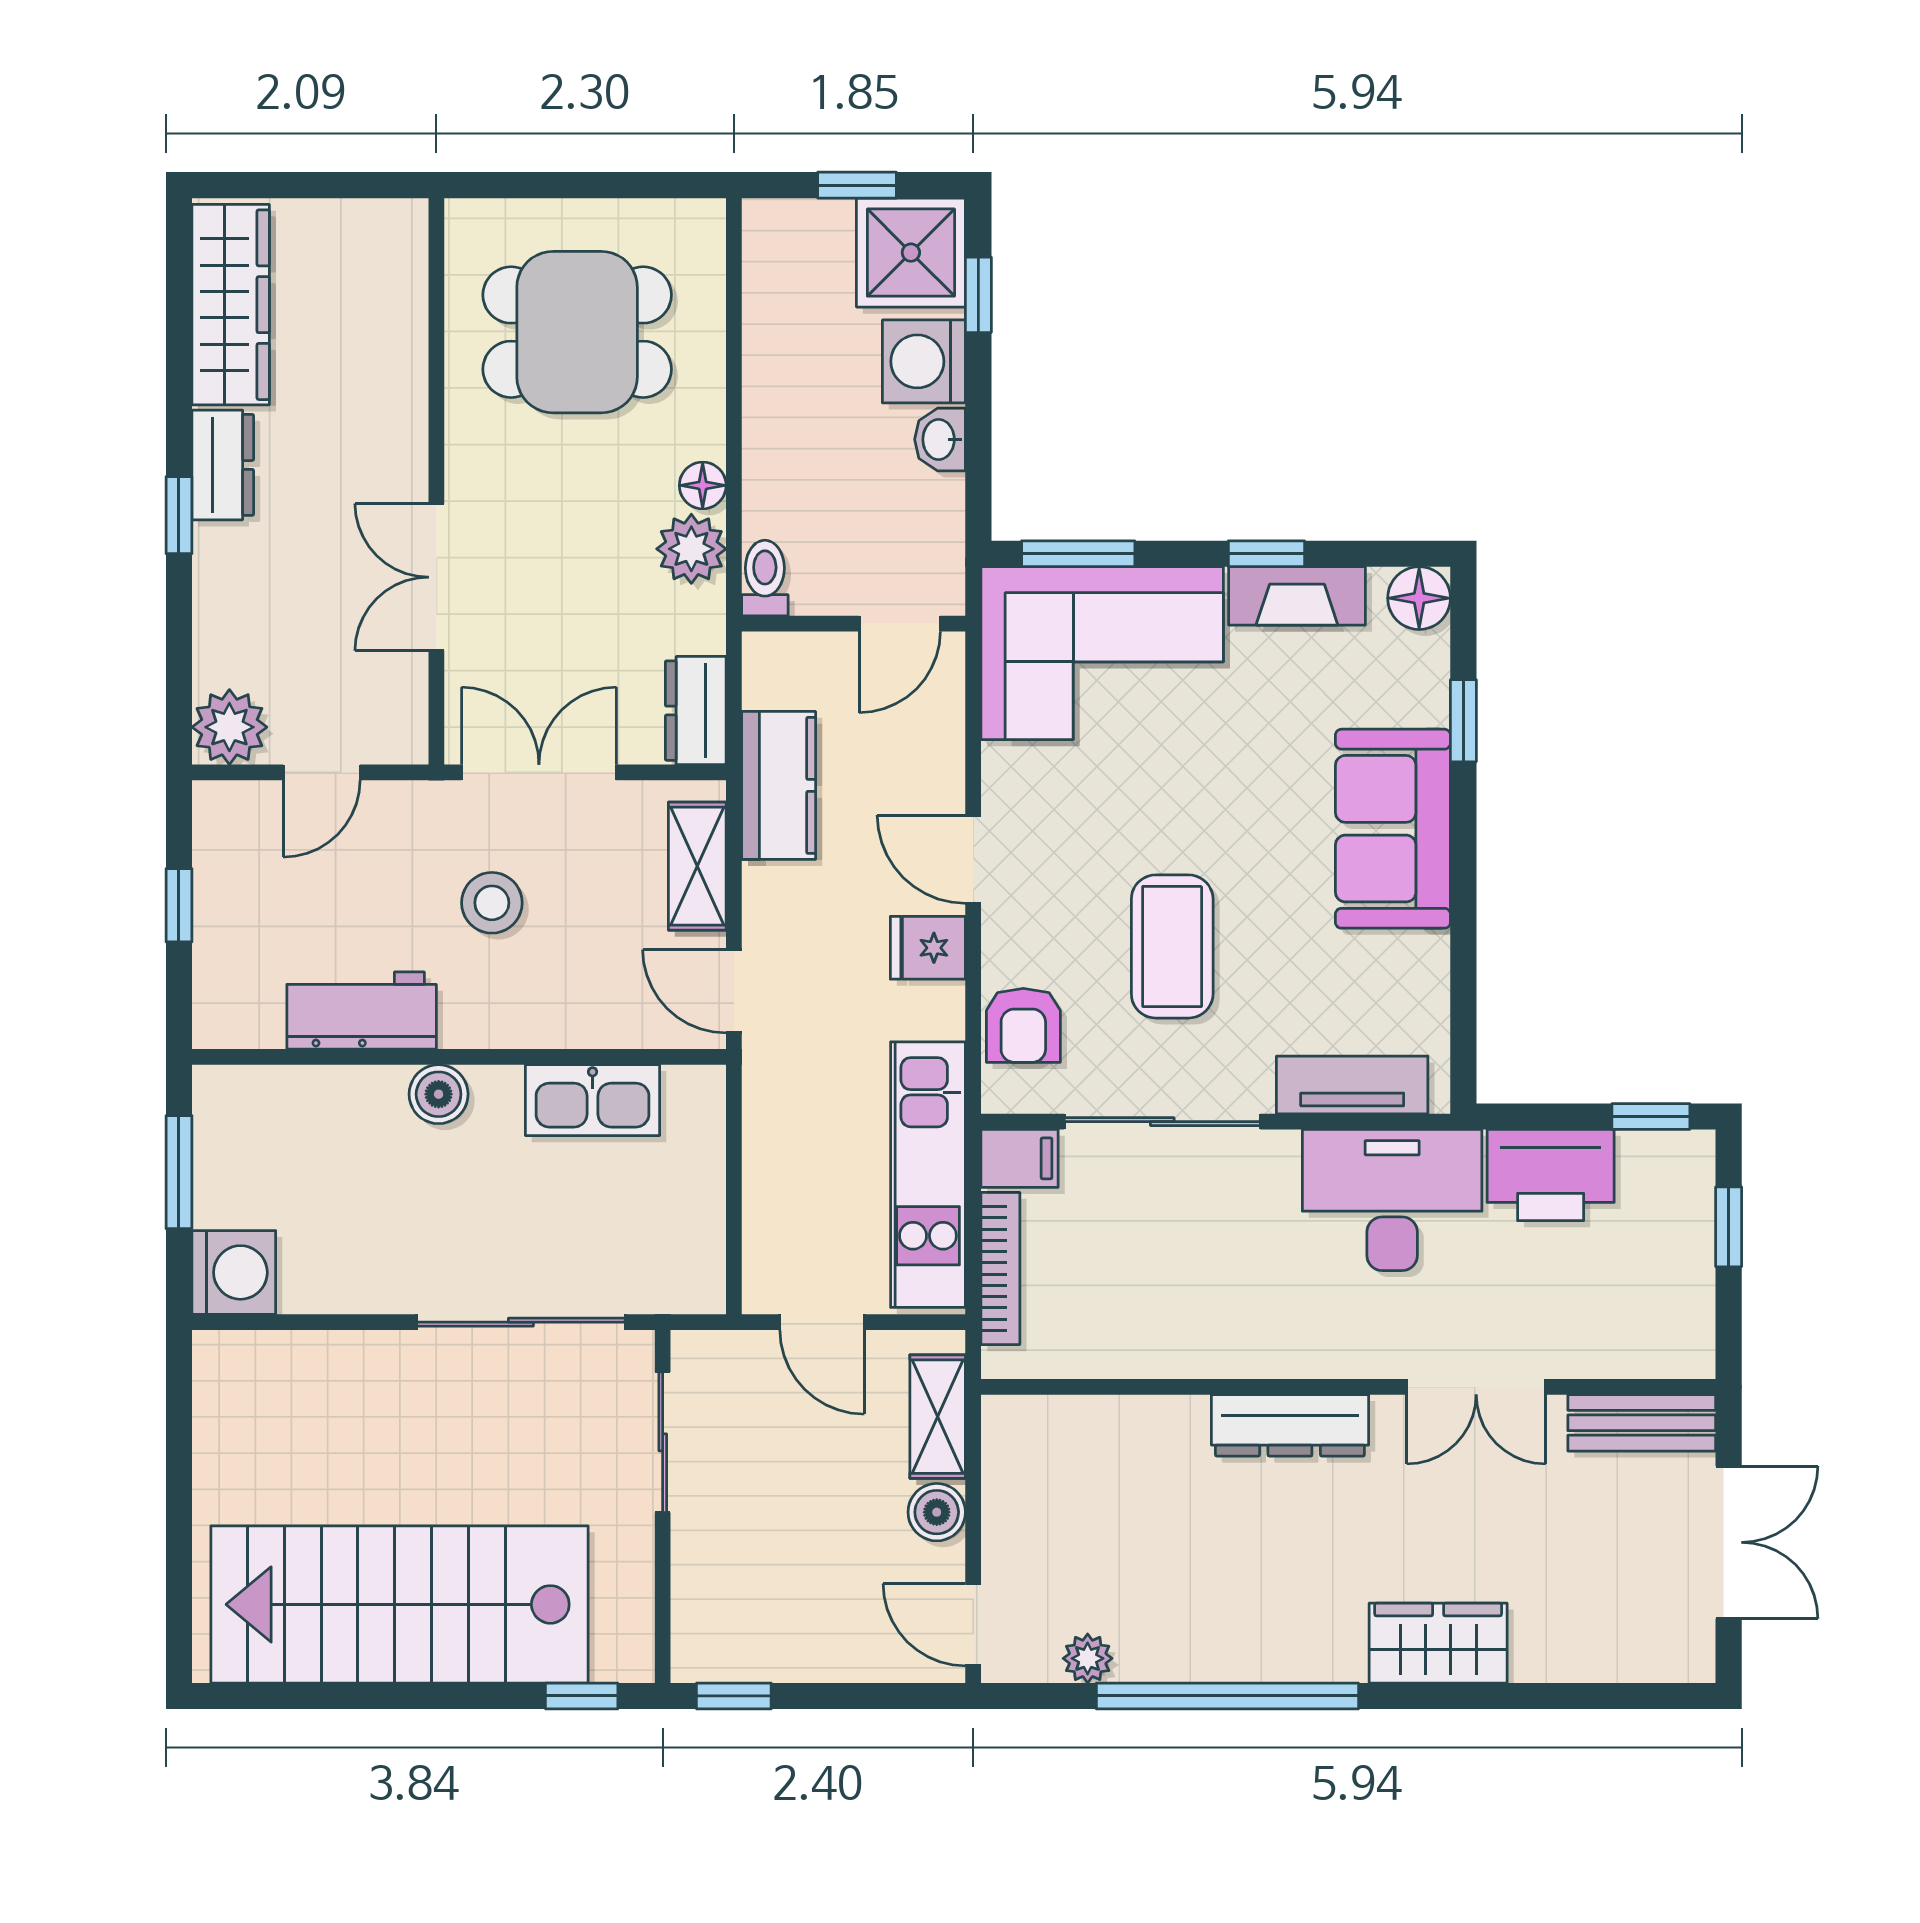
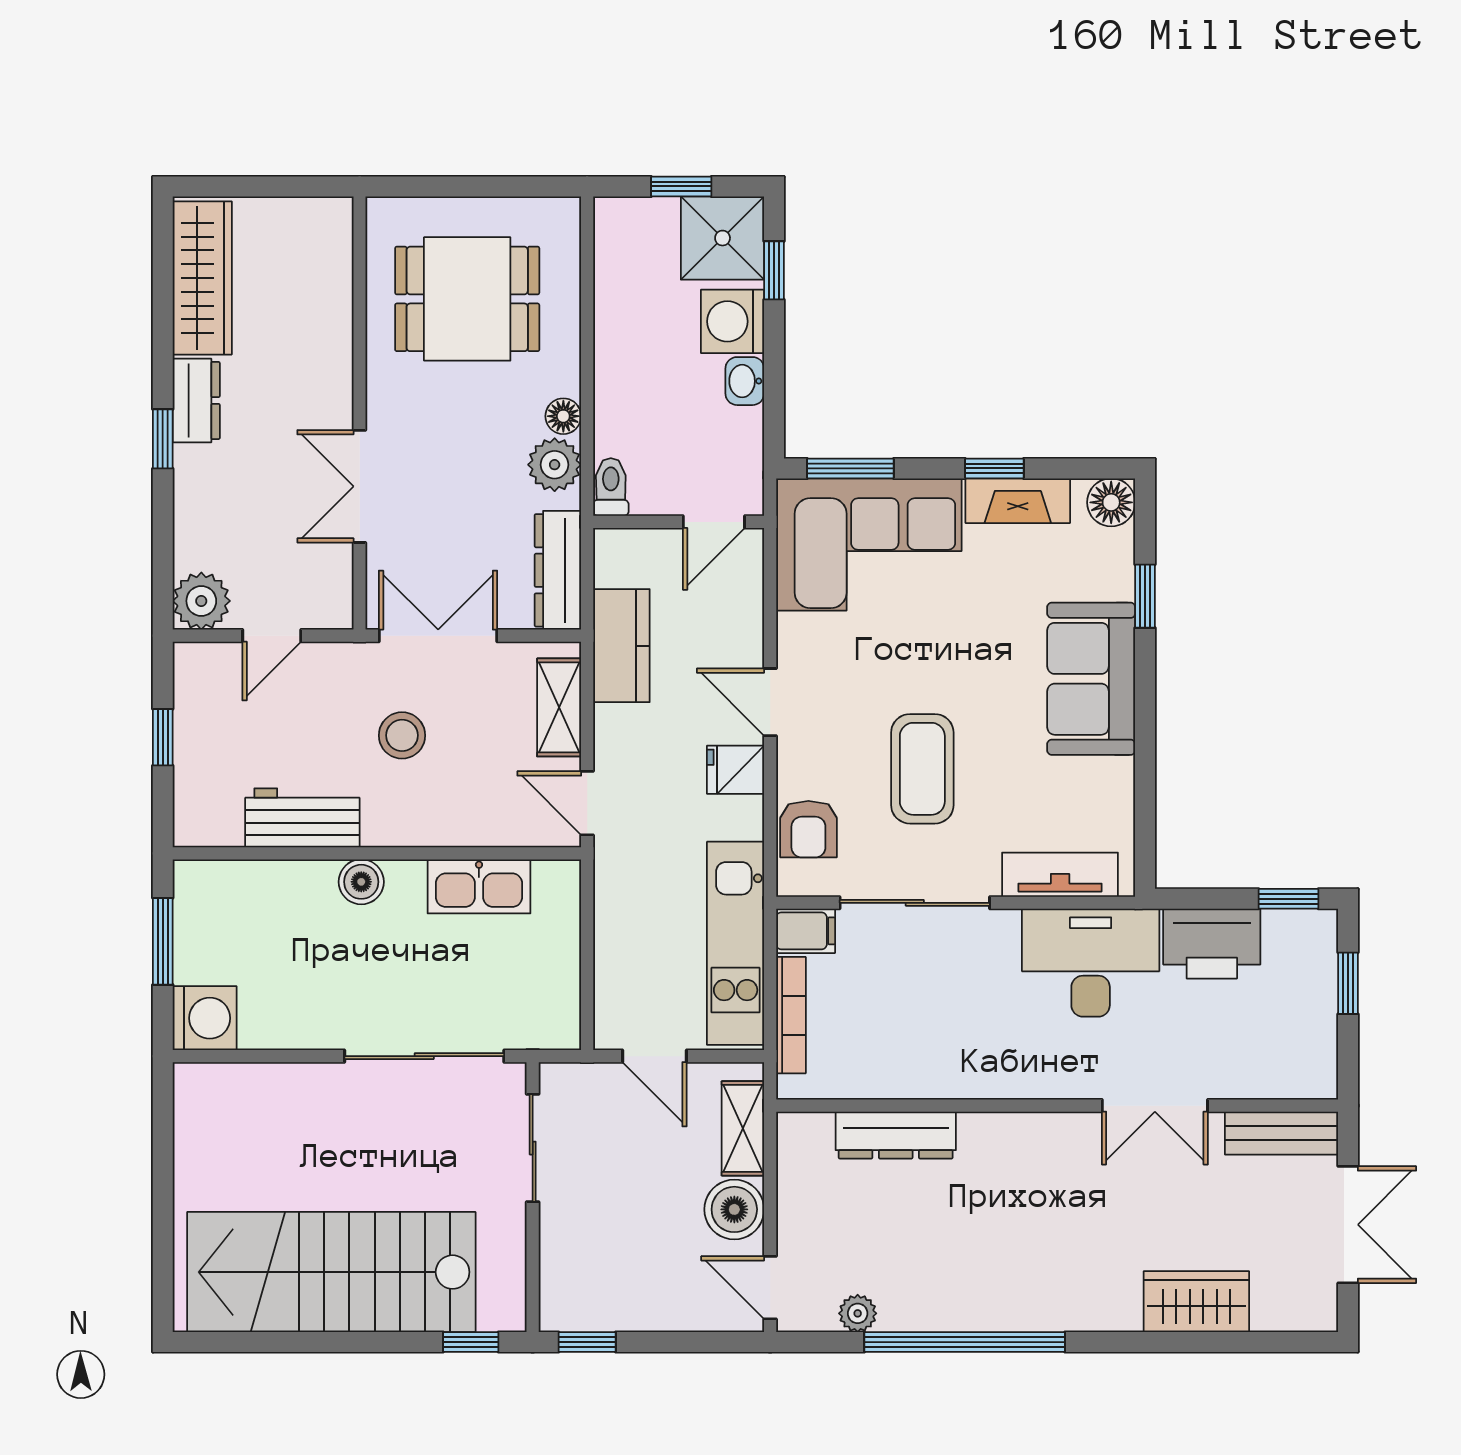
dresser: (696, 711) -> (558, 570), width x1.44
dresser: (1290, 1425) -> (896, 1135), moved
boiler: (937, 1512) -> (734, 1209), width x1.36, depth x1.36
wardrobe: (1438, 1643) -> (1196, 1302), moved

